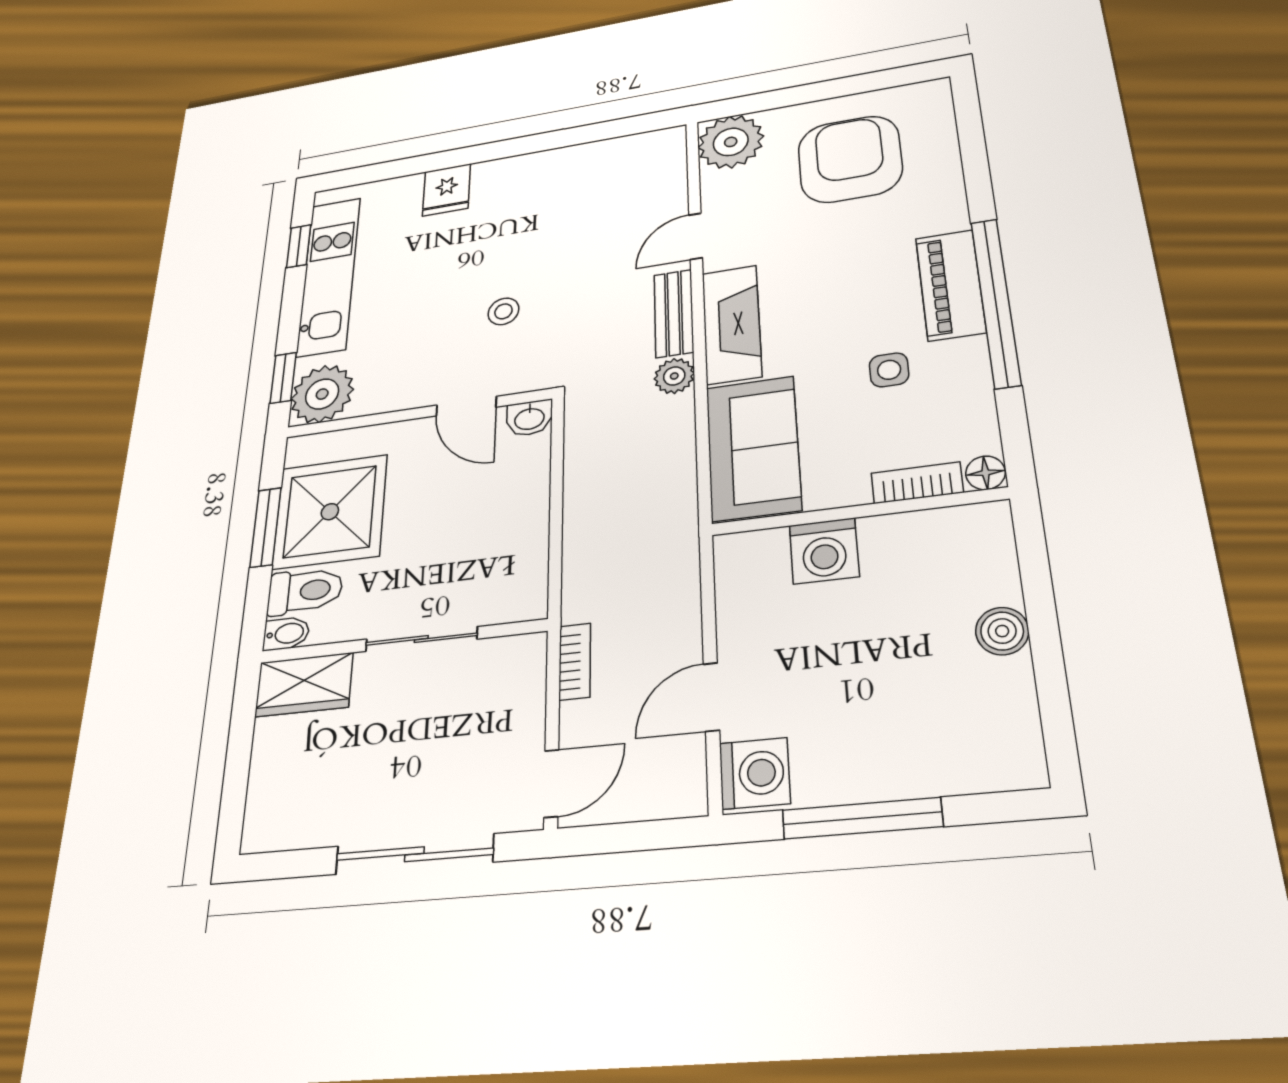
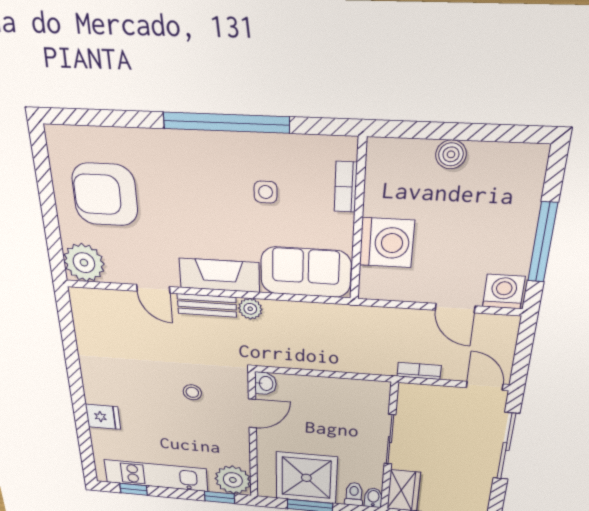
piano: (950, 285) -> (209, 148), removed
floor lamp: (985, 473) -> (346, 148), removed
washing machine: (824, 551) -> (387, 243), width x1.37, depth x1.37
toilet: (305, 591) -> (354, 494), width x0.73, depth x0.72

